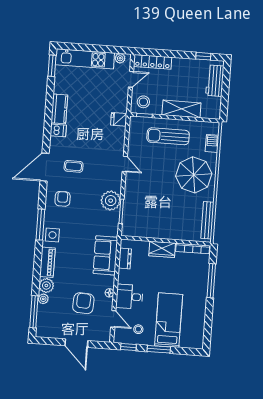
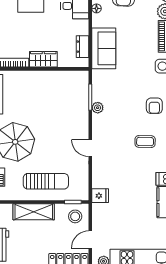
plant: (111, 201) -> (98, 108), width x0.53, depth x0.53

